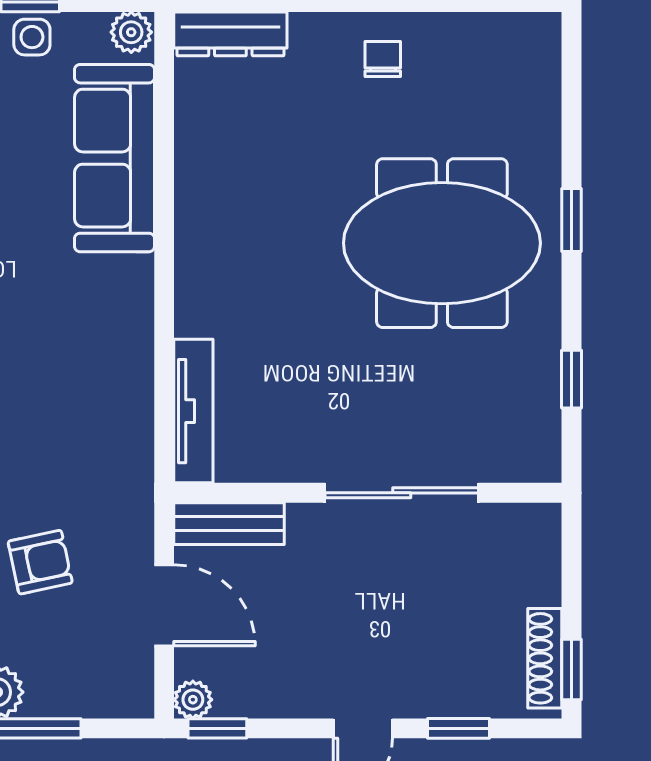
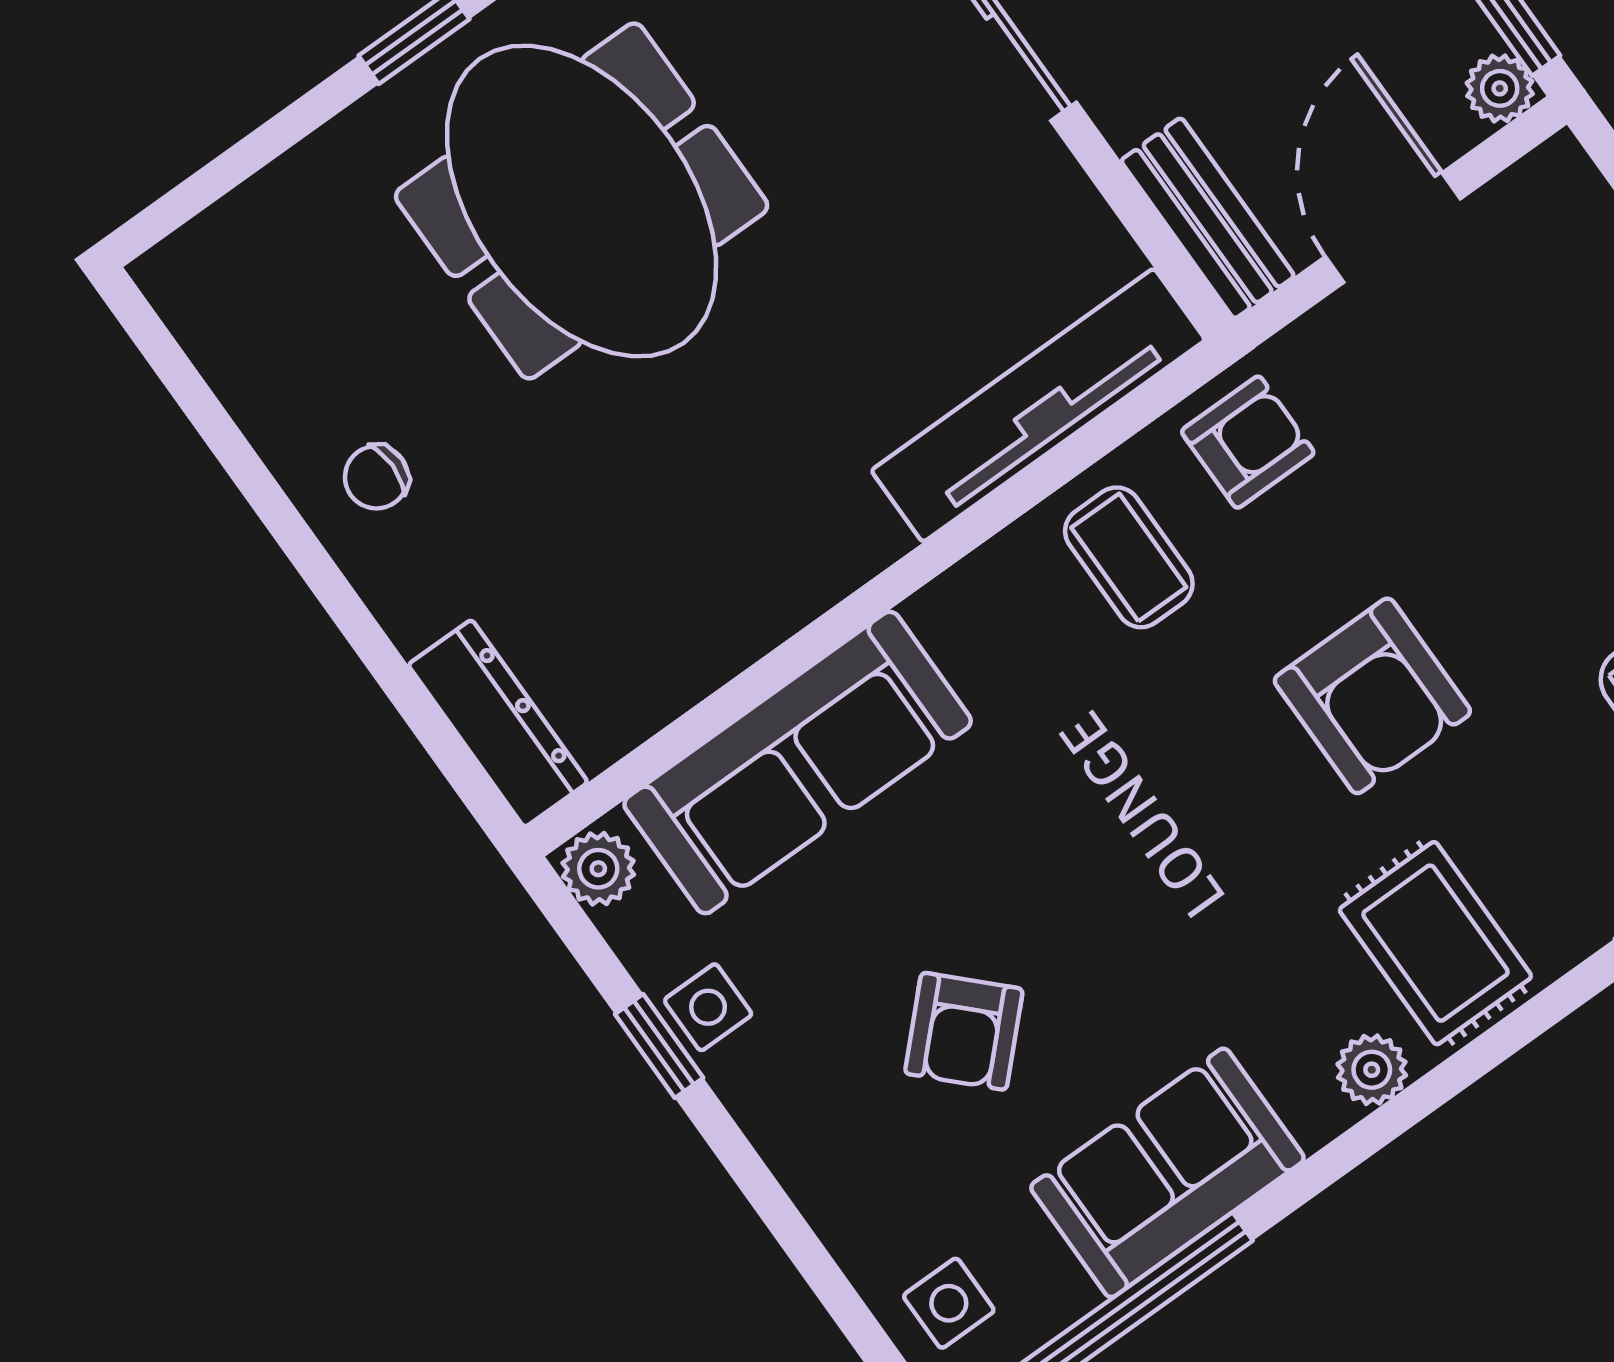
coffee table: (100, 377) -> (1129, 557), added
tv unit: (193, 411) -> (1038, 405), width x1.36, depth x1.29
armchair: (40, 562) -> (1248, 442), moved, turned 102

